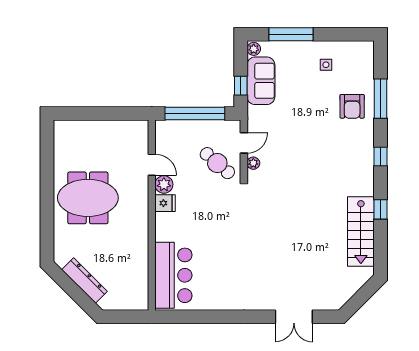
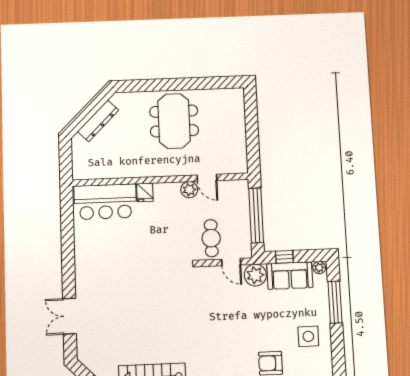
side table: (326, 65) -> (308, 336), width x1.87, depth x1.87
cafe table: (217, 163) -> (211, 238), turned -41
plant: (253, 163) -> (255, 275), moved, width x1.88, depth x1.88
door: (152, 165) -> (207, 178), hinge flipped
fridge: (165, 203) -> (145, 192), moved

